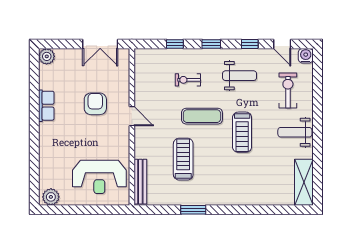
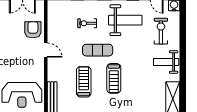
weight bench: (240, 76) -> (125, 20), width x1.36, depth x1.33
armchair: (95, 104) -> (33, 30), moved
treadmill: (242, 132) -> (114, 78), moved

